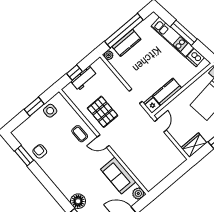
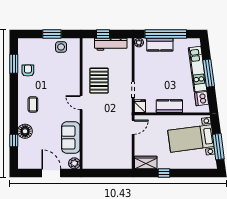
workbench: (84, 78) -> (111, 44), width x1.37
kitchen counter: (167, 92) -> (169, 106), moved
coffee table: (80, 134) -> (33, 104), moved

